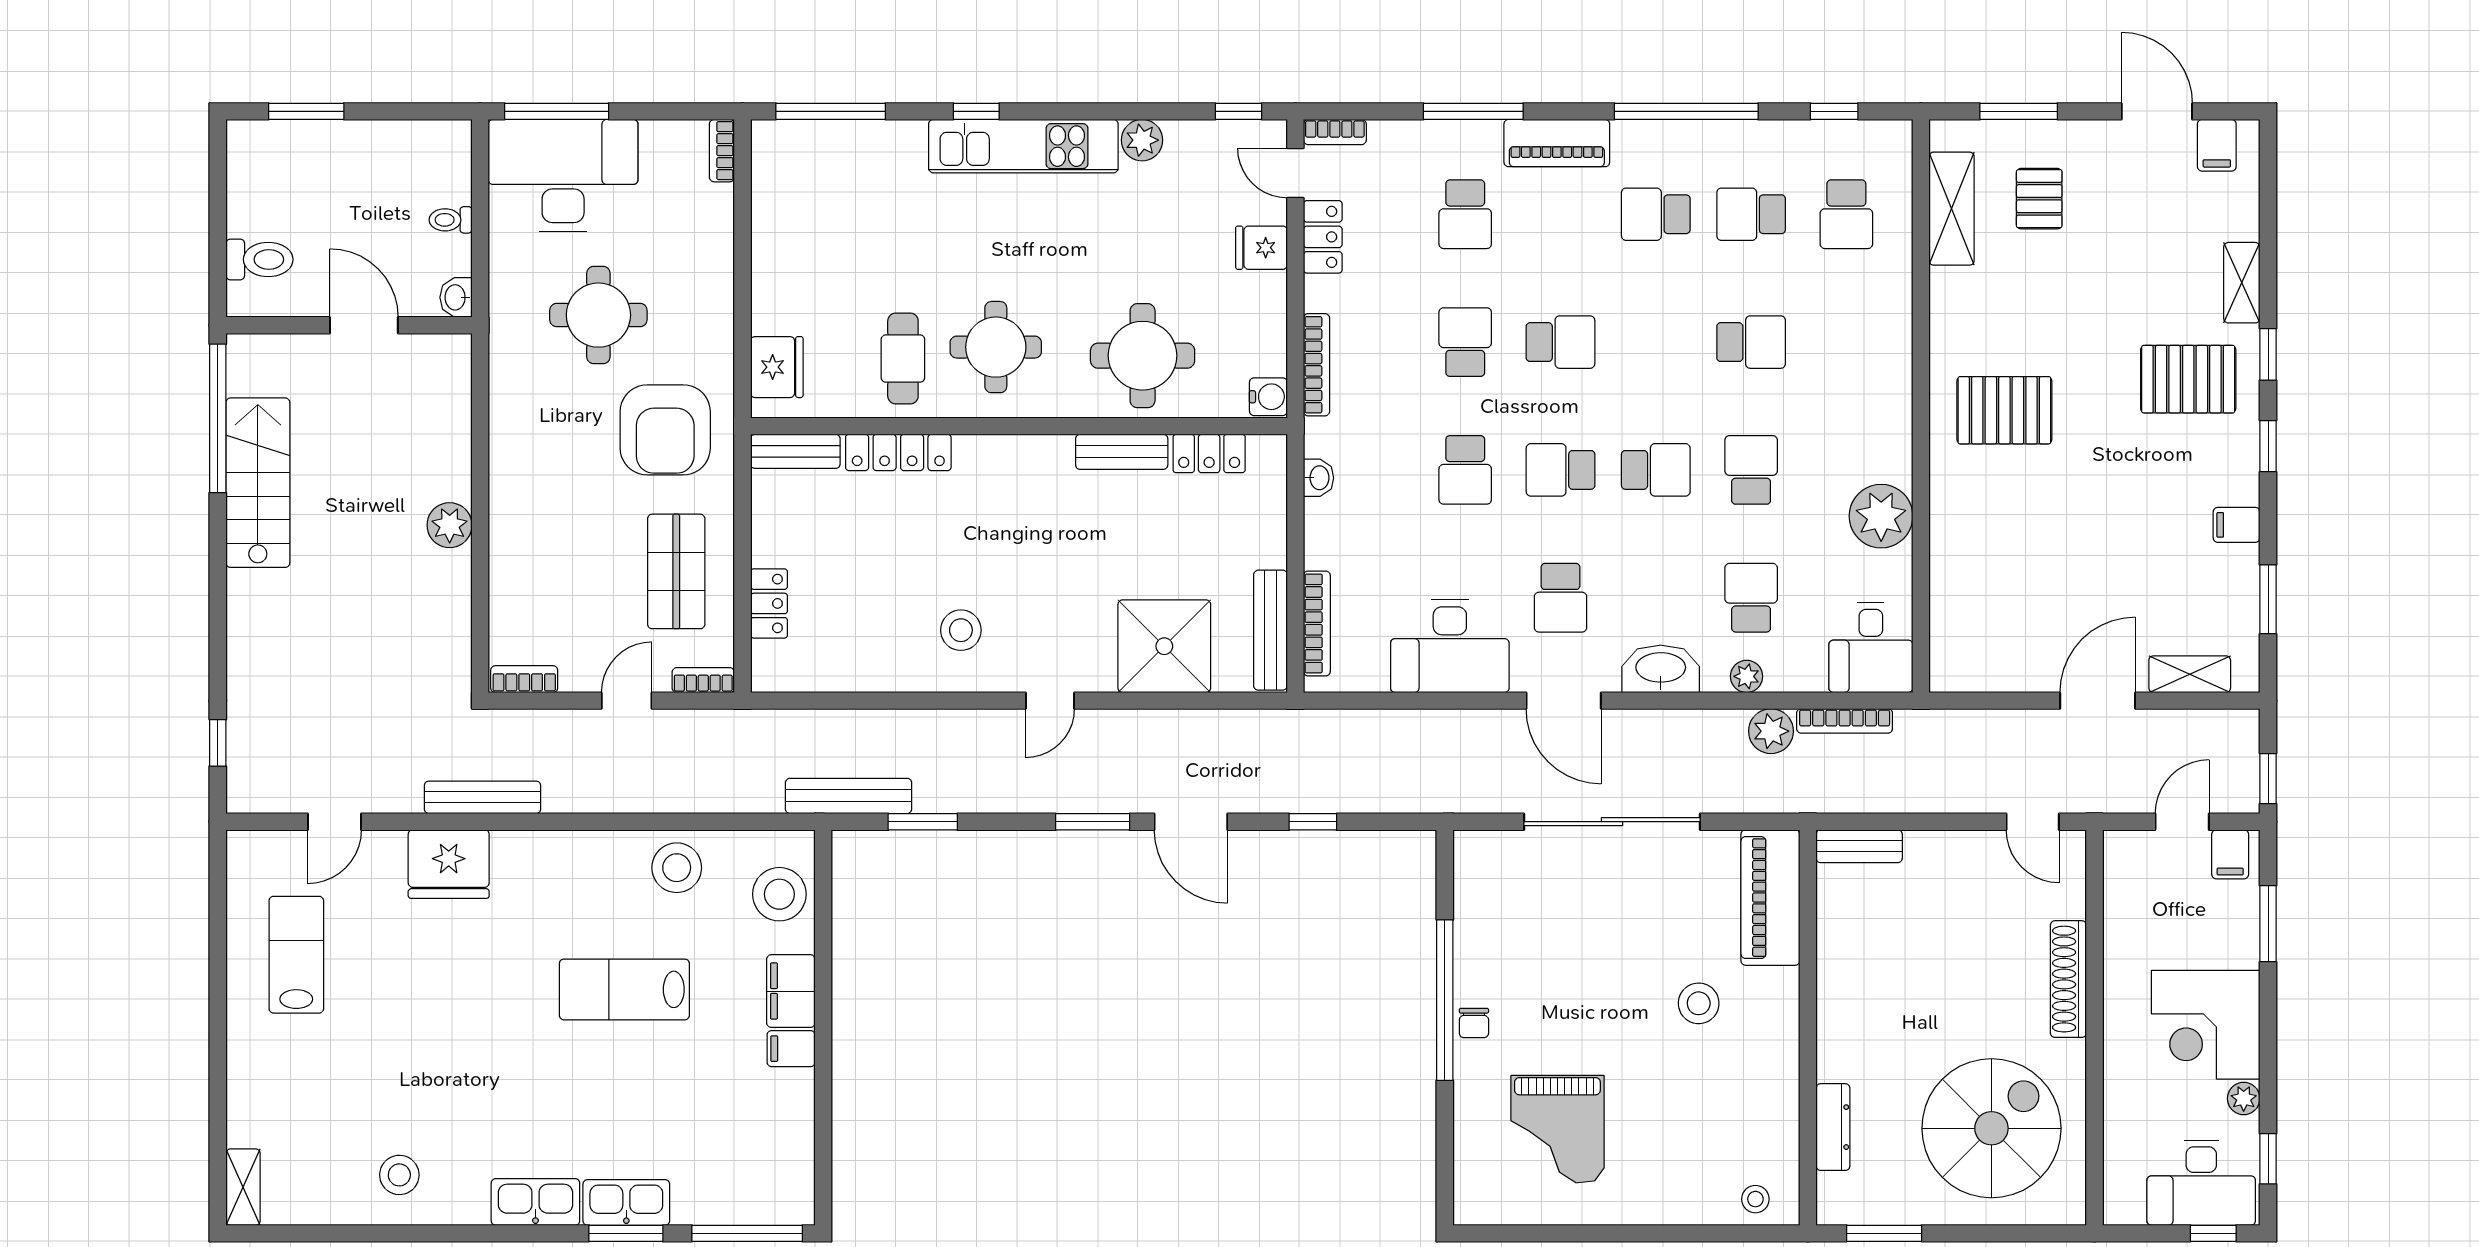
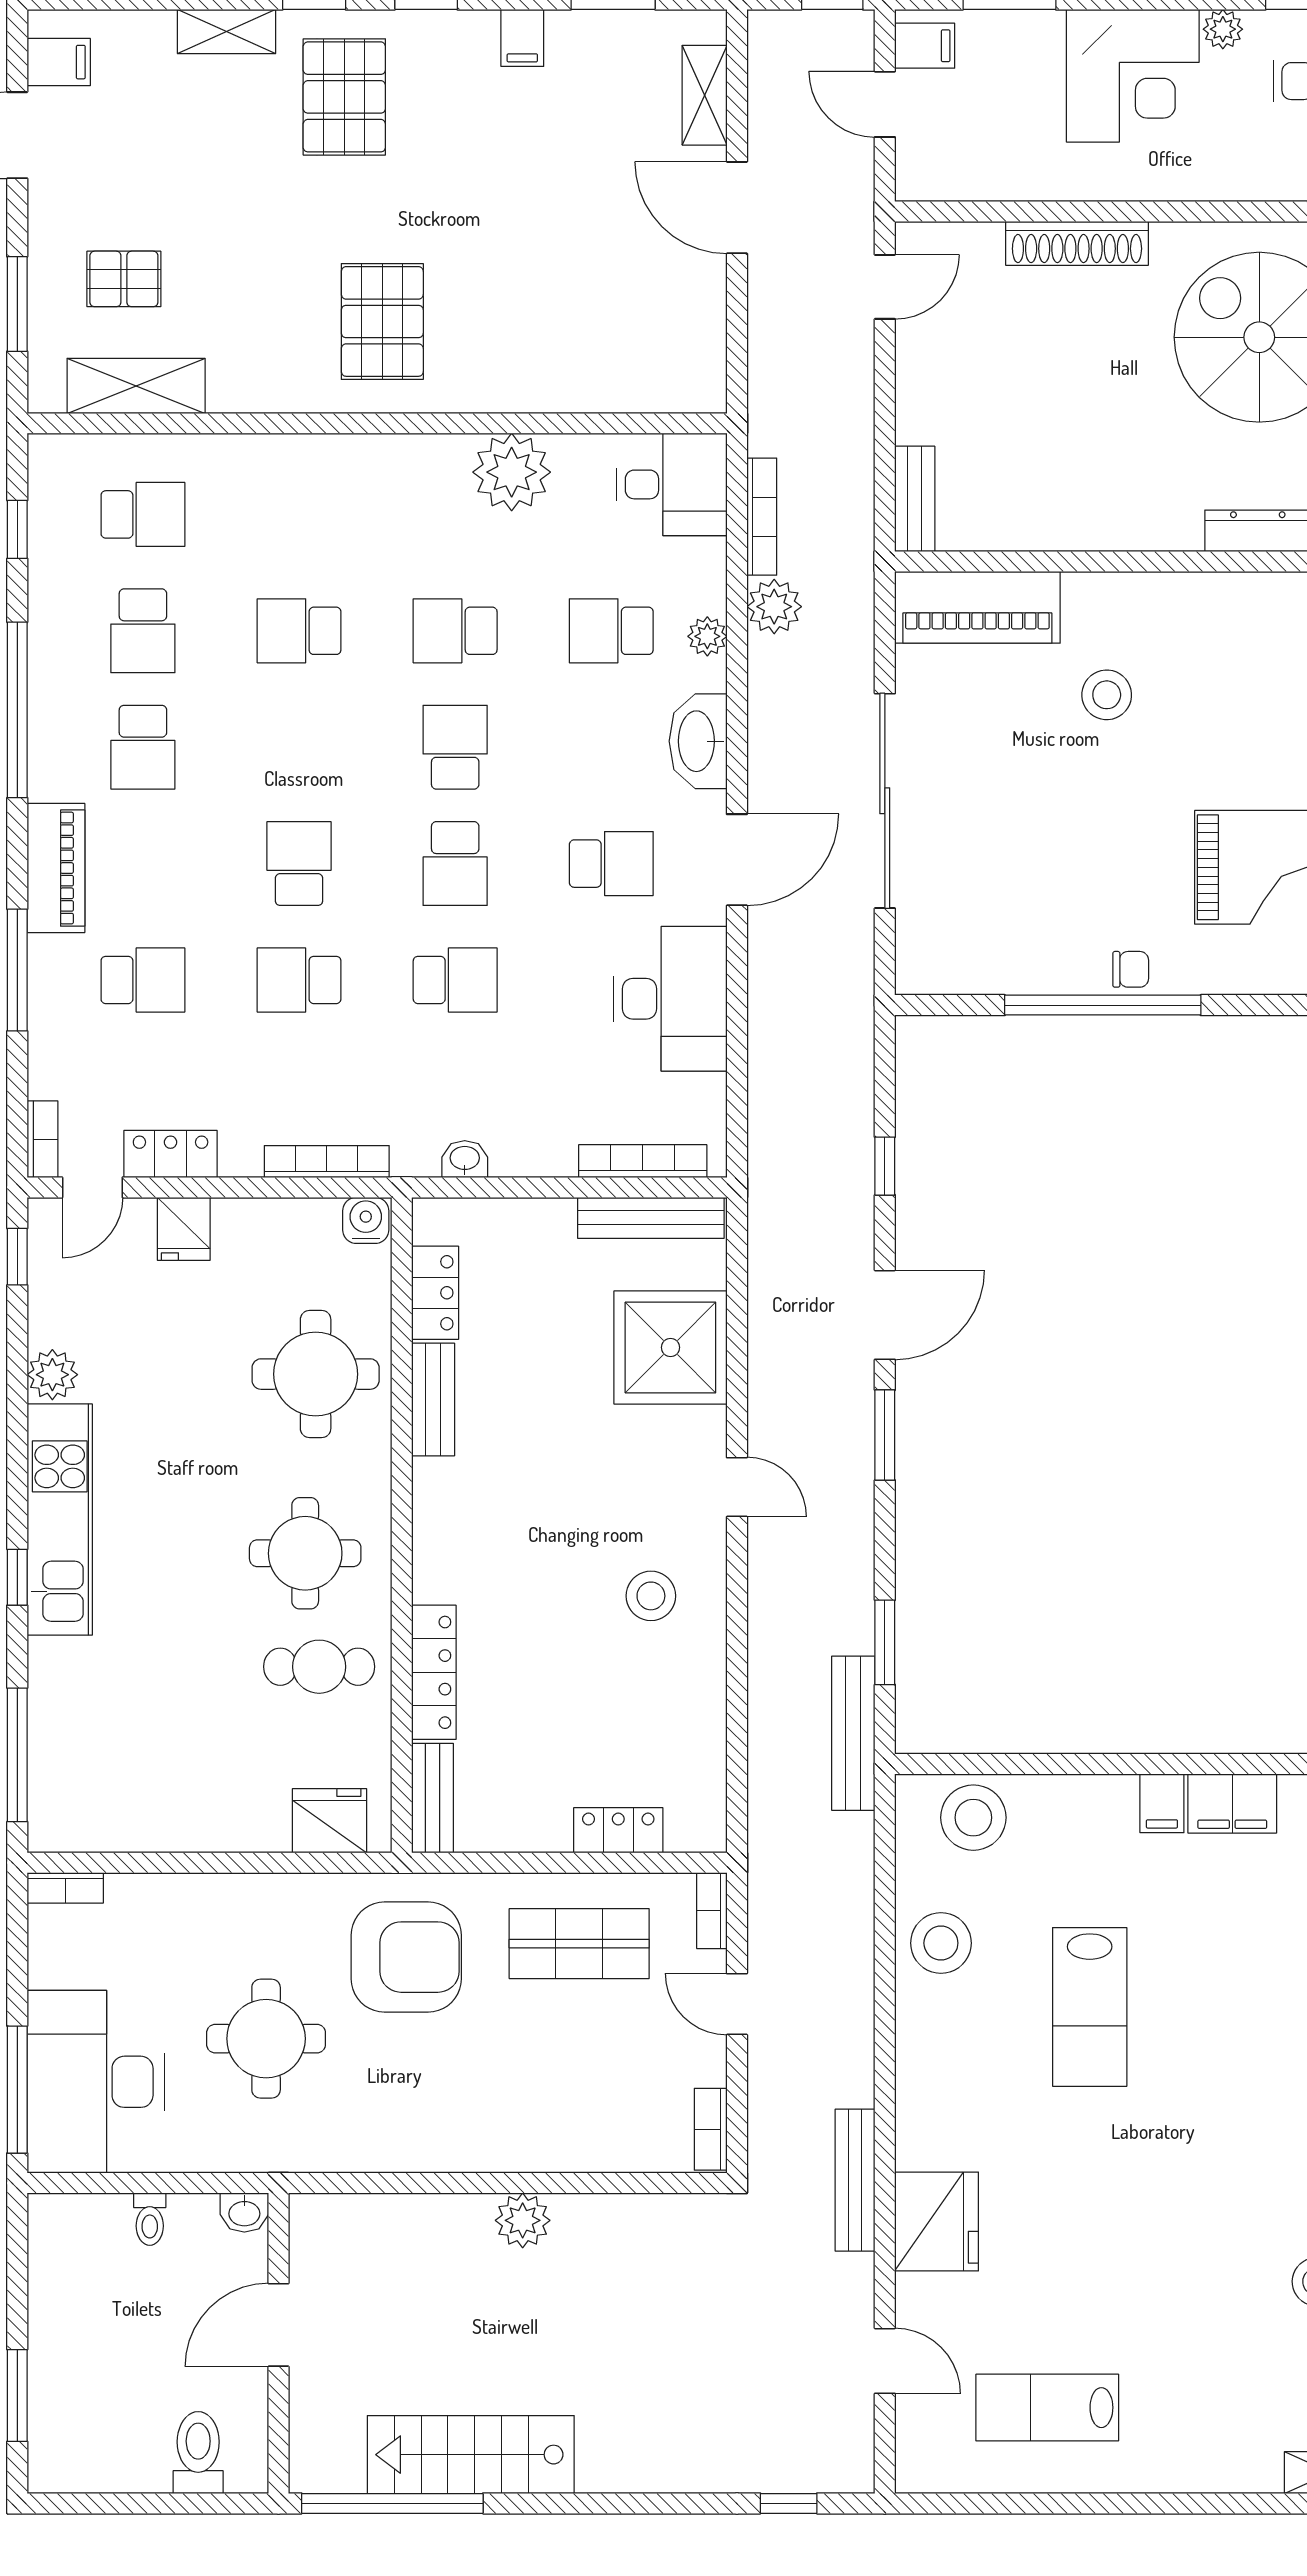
school desk: (1751, 342) -> (299, 631), turned -90
filing cabinet: (791, 991) -> (1232, 1804), moved

